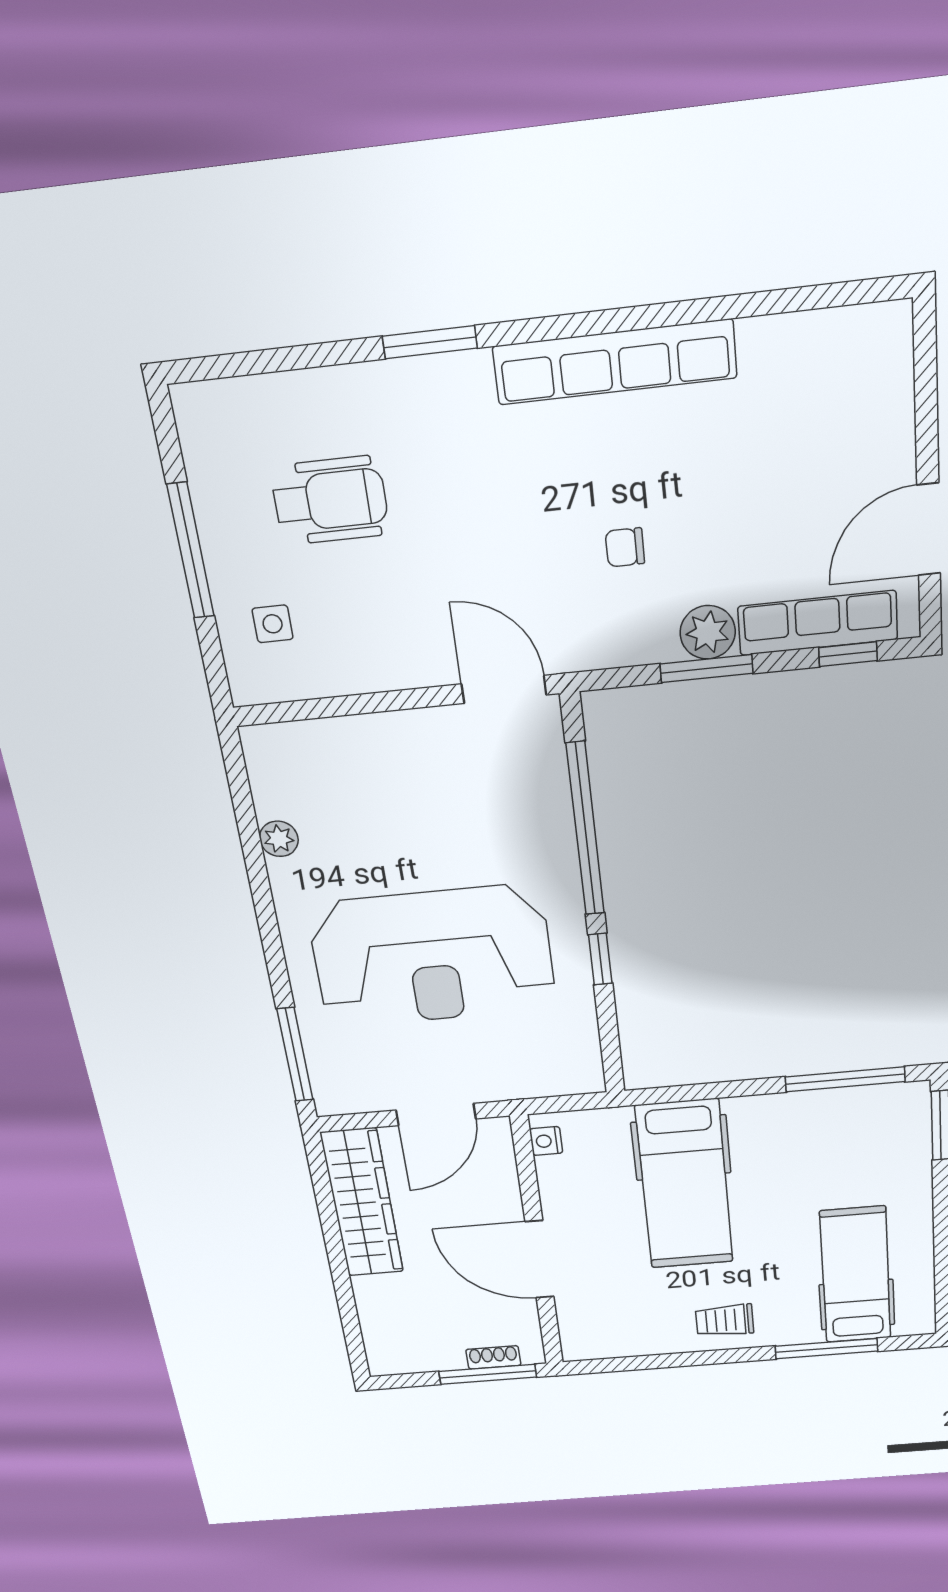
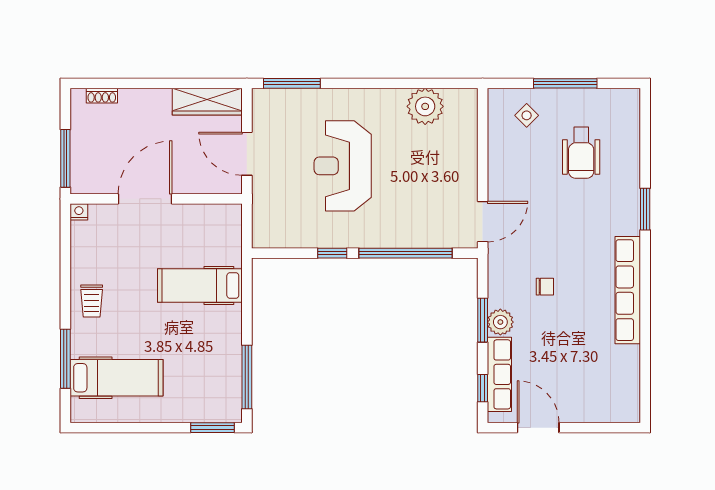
chair: (625, 547) -> (545, 287), turned 90
side table: (273, 624) -> (527, 115), turned 45
plant: (279, 839) -> (425, 106), width x1.88, depth x1.88
reception desk: (432, 956) -> (343, 166), width x0.74, depth x0.77
nightstand: (546, 1141) -> (79, 212), moved
hospital bed: (685, 1185) -> (200, 285), width x0.73, depth x0.78
wardrobe: (362, 1203) -> (207, 102), width x0.71, depth x0.85
trolley: (725, 1320) -> (92, 301), turned 180
shoe rack: (493, 1357) -> (102, 96), moved, turned 90

